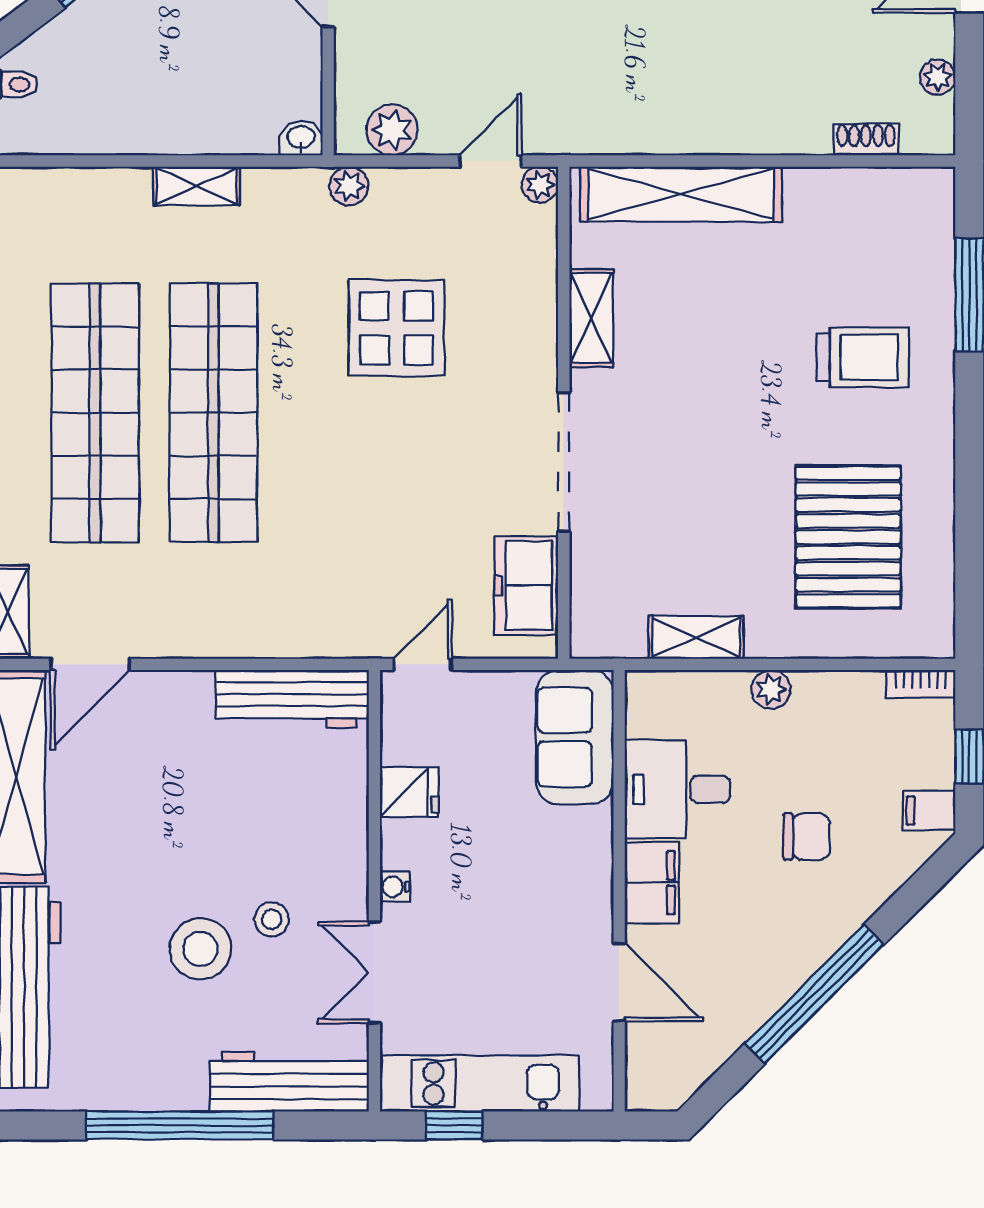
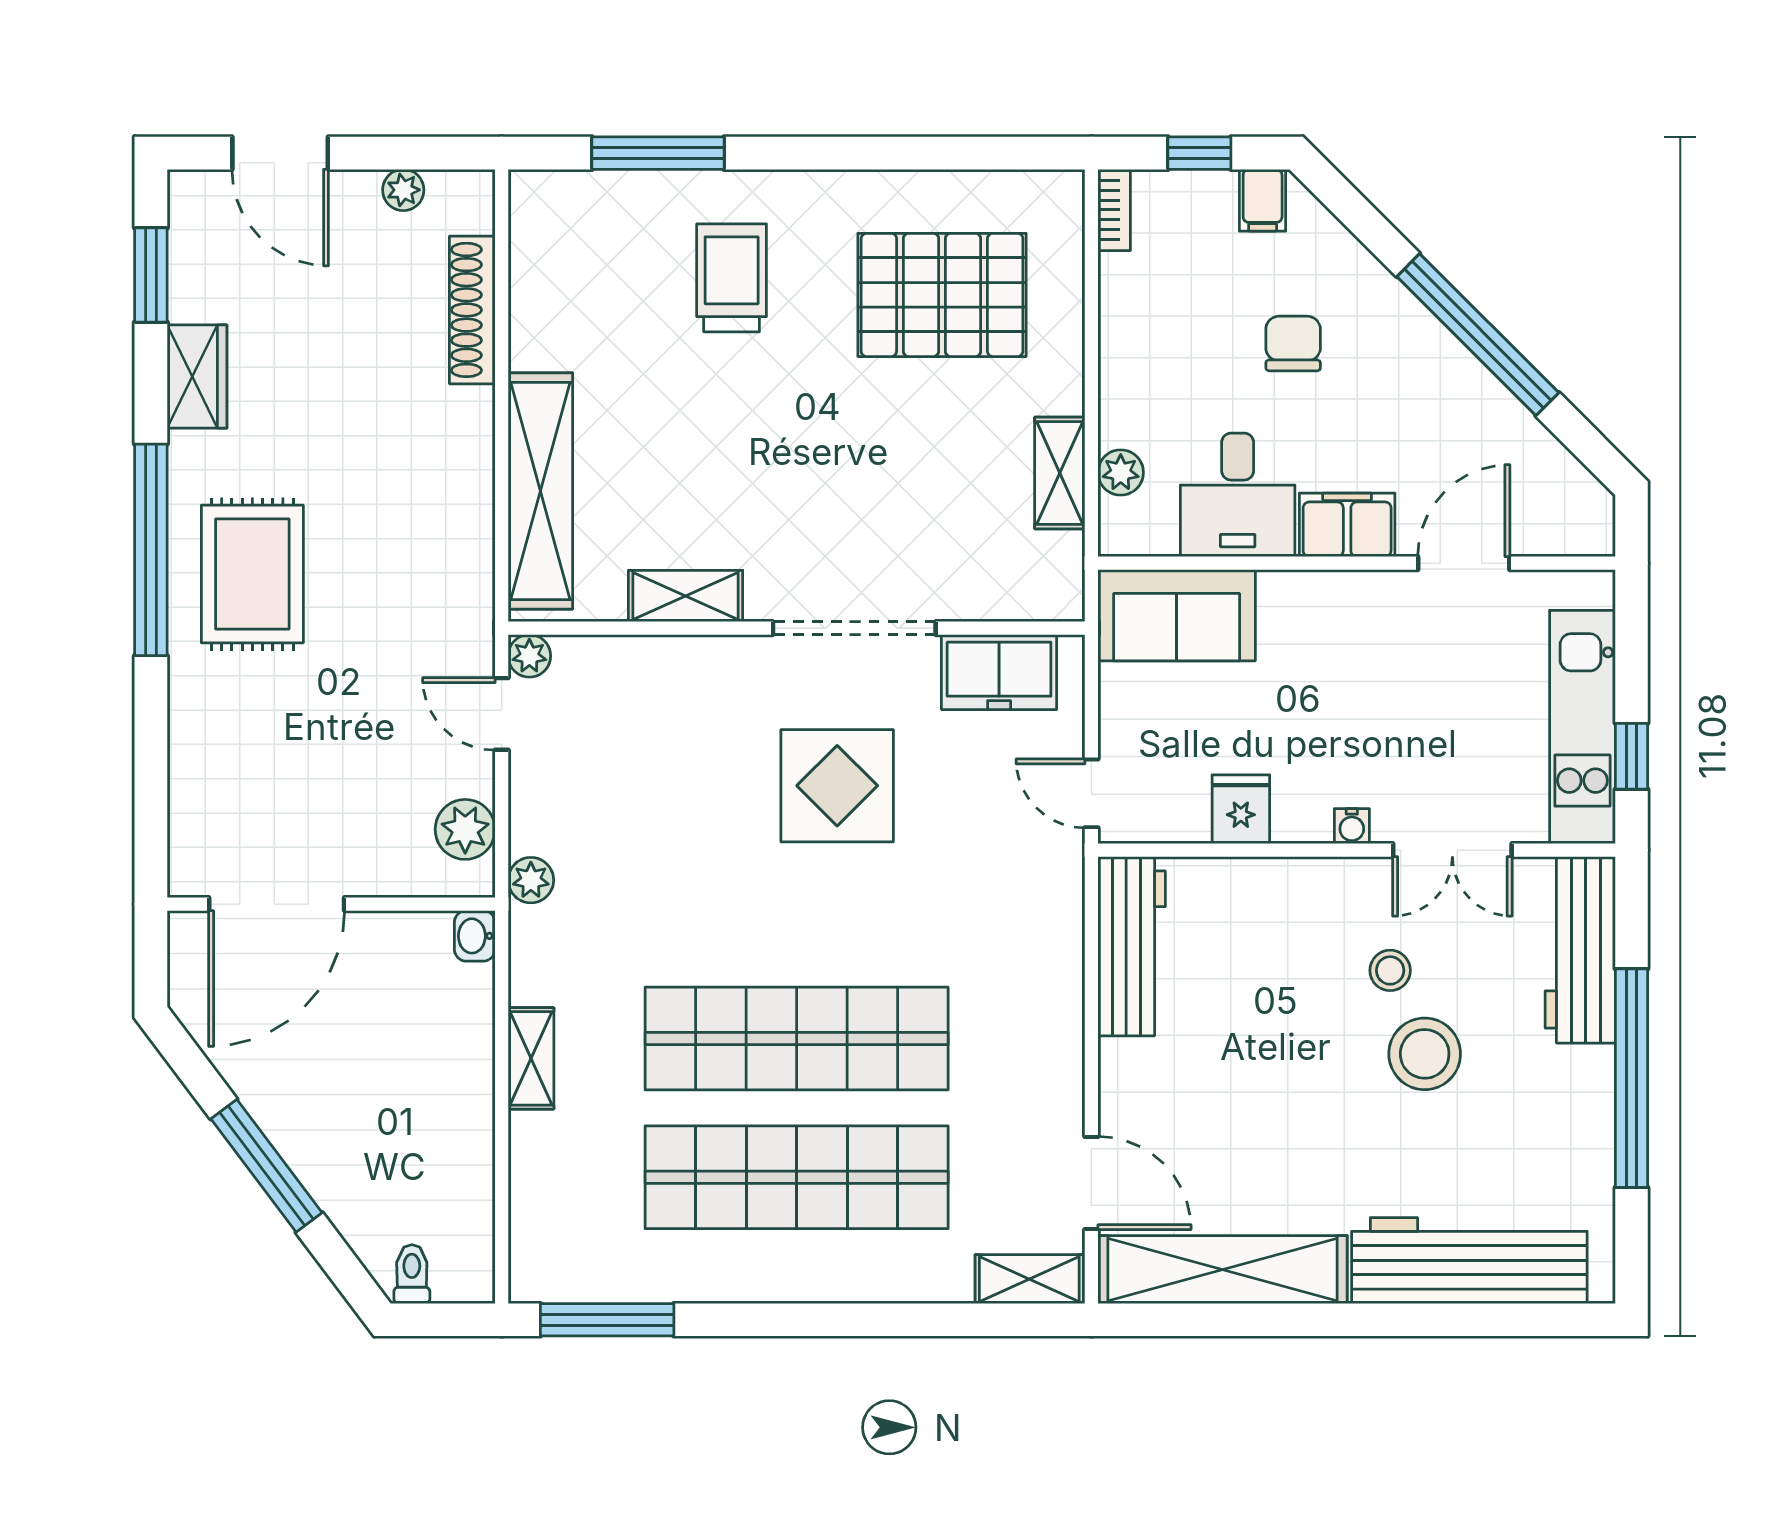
shoe rack: (866, 140) -> (472, 310), width x1.94, depth x1.24
display table: (396, 328) -> (837, 786), moved
plant: (771, 689) -> (1121, 472), moved

